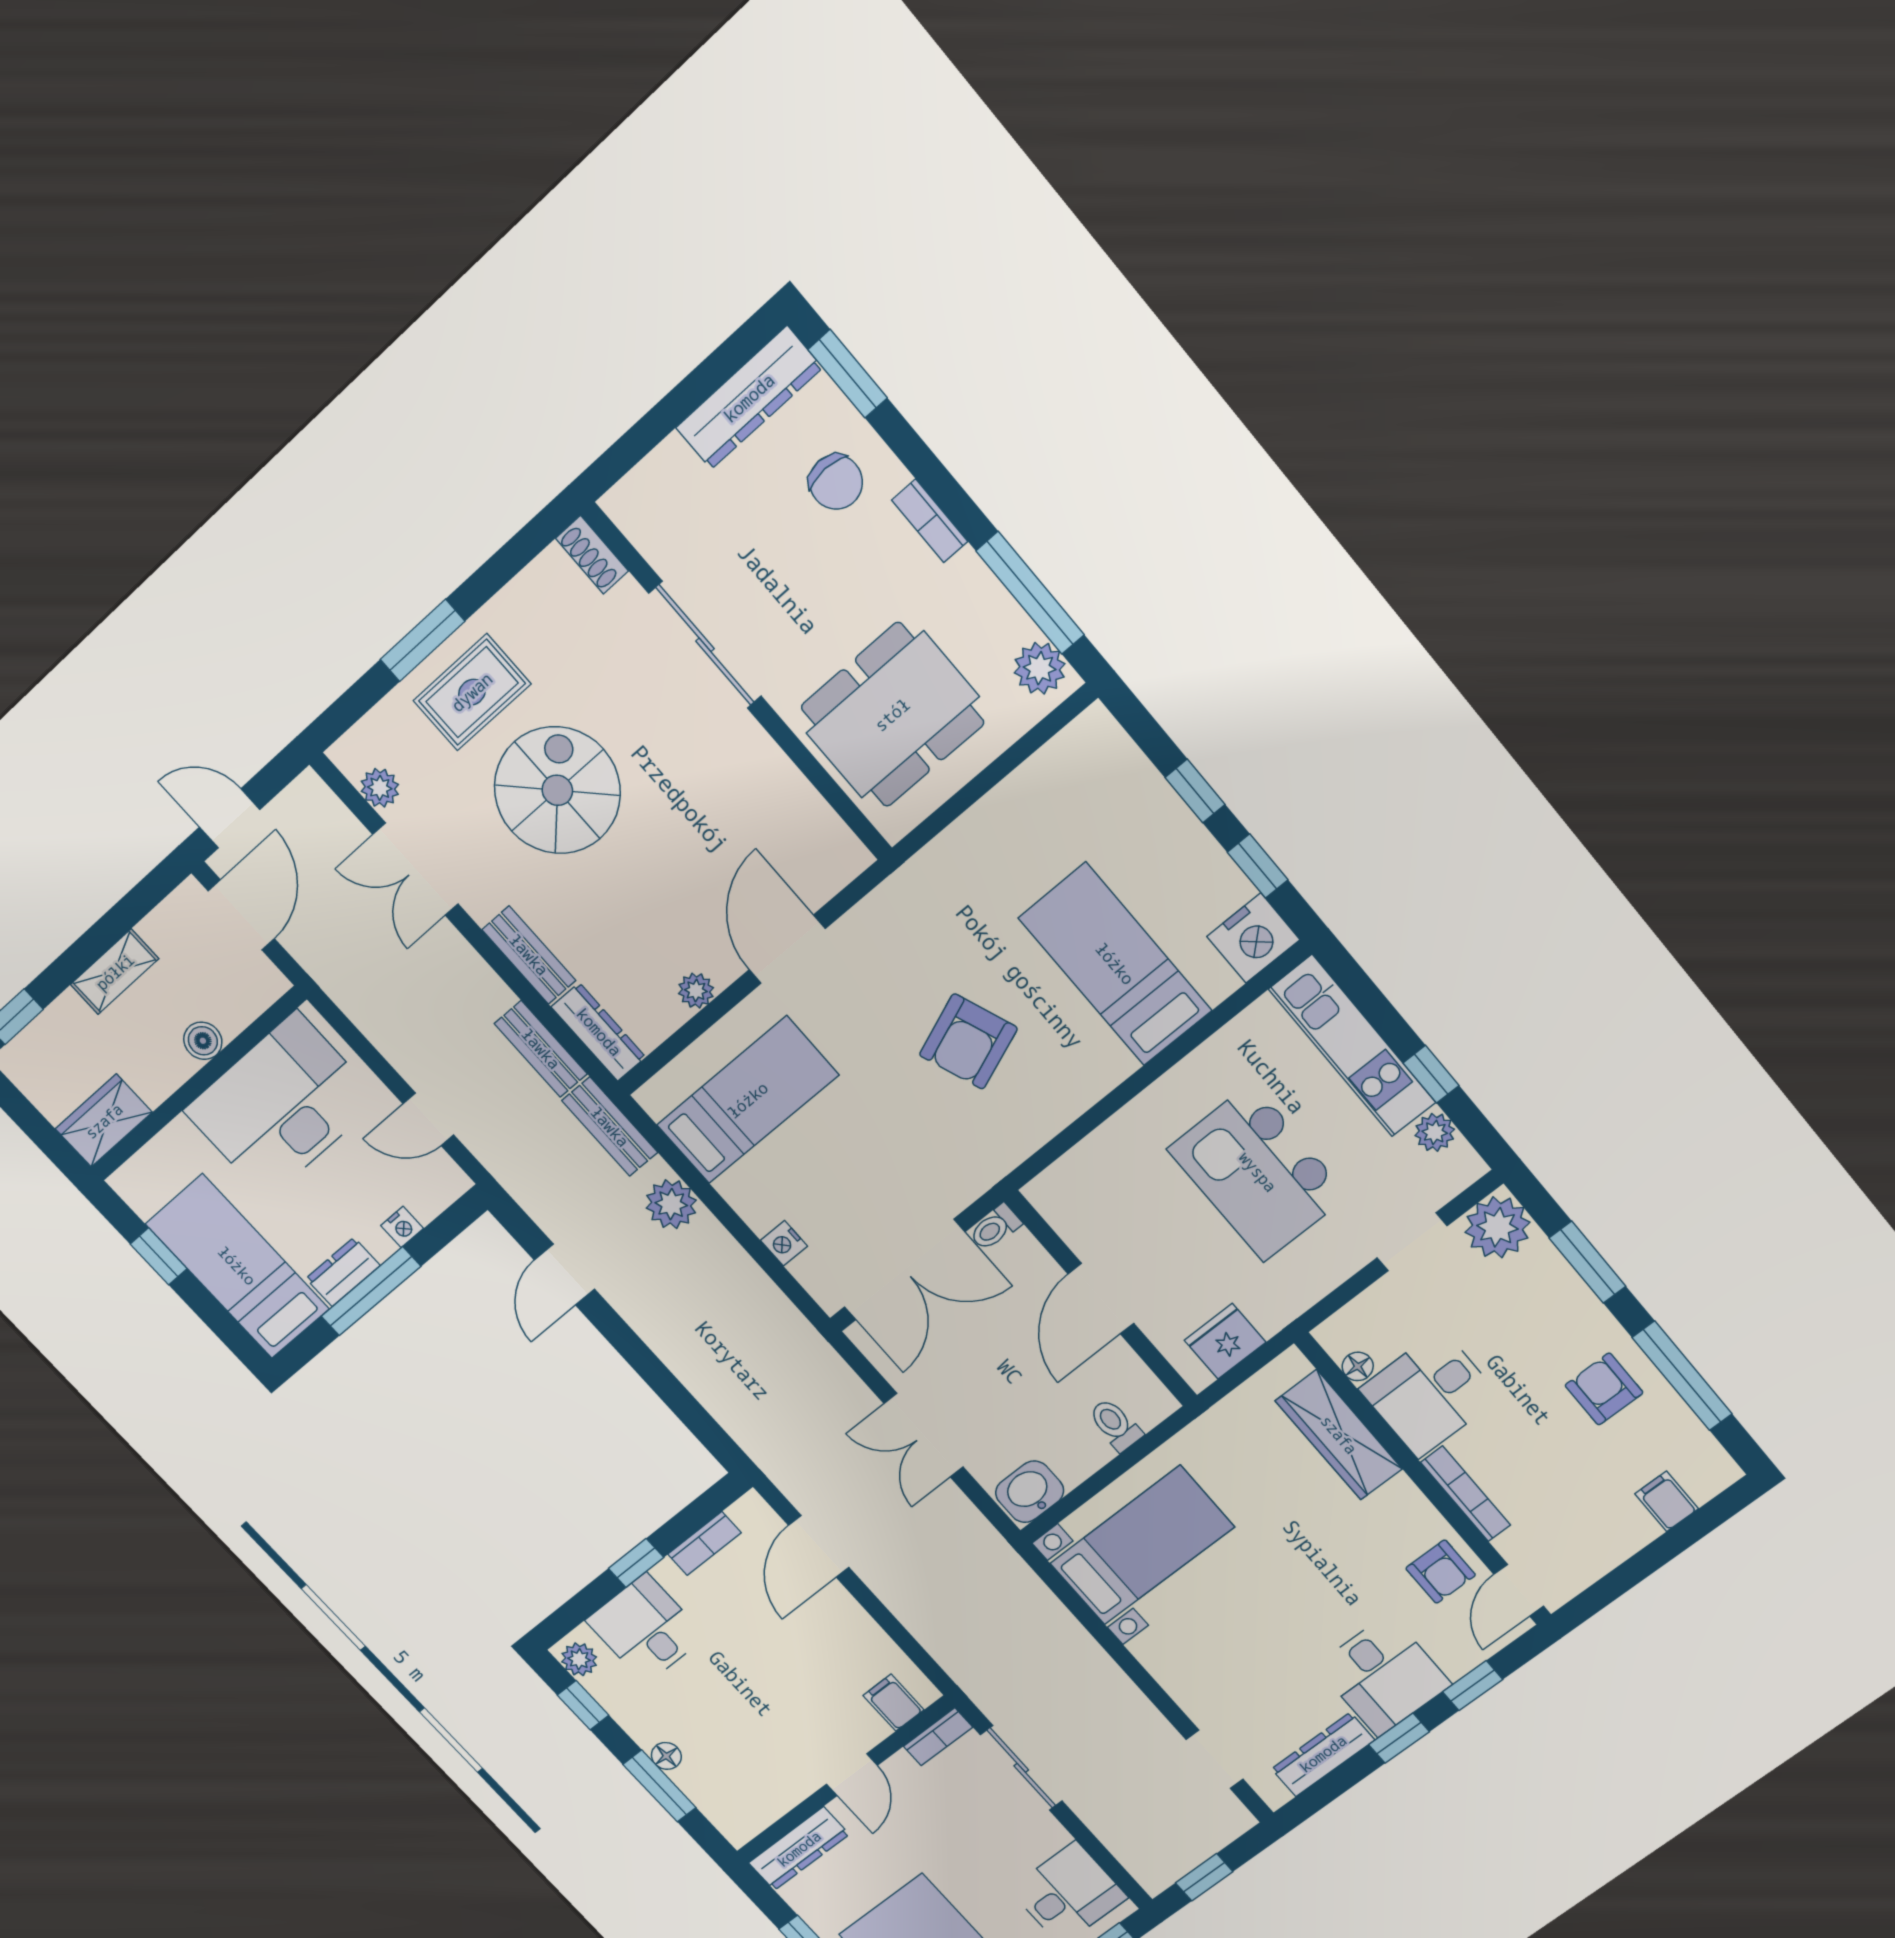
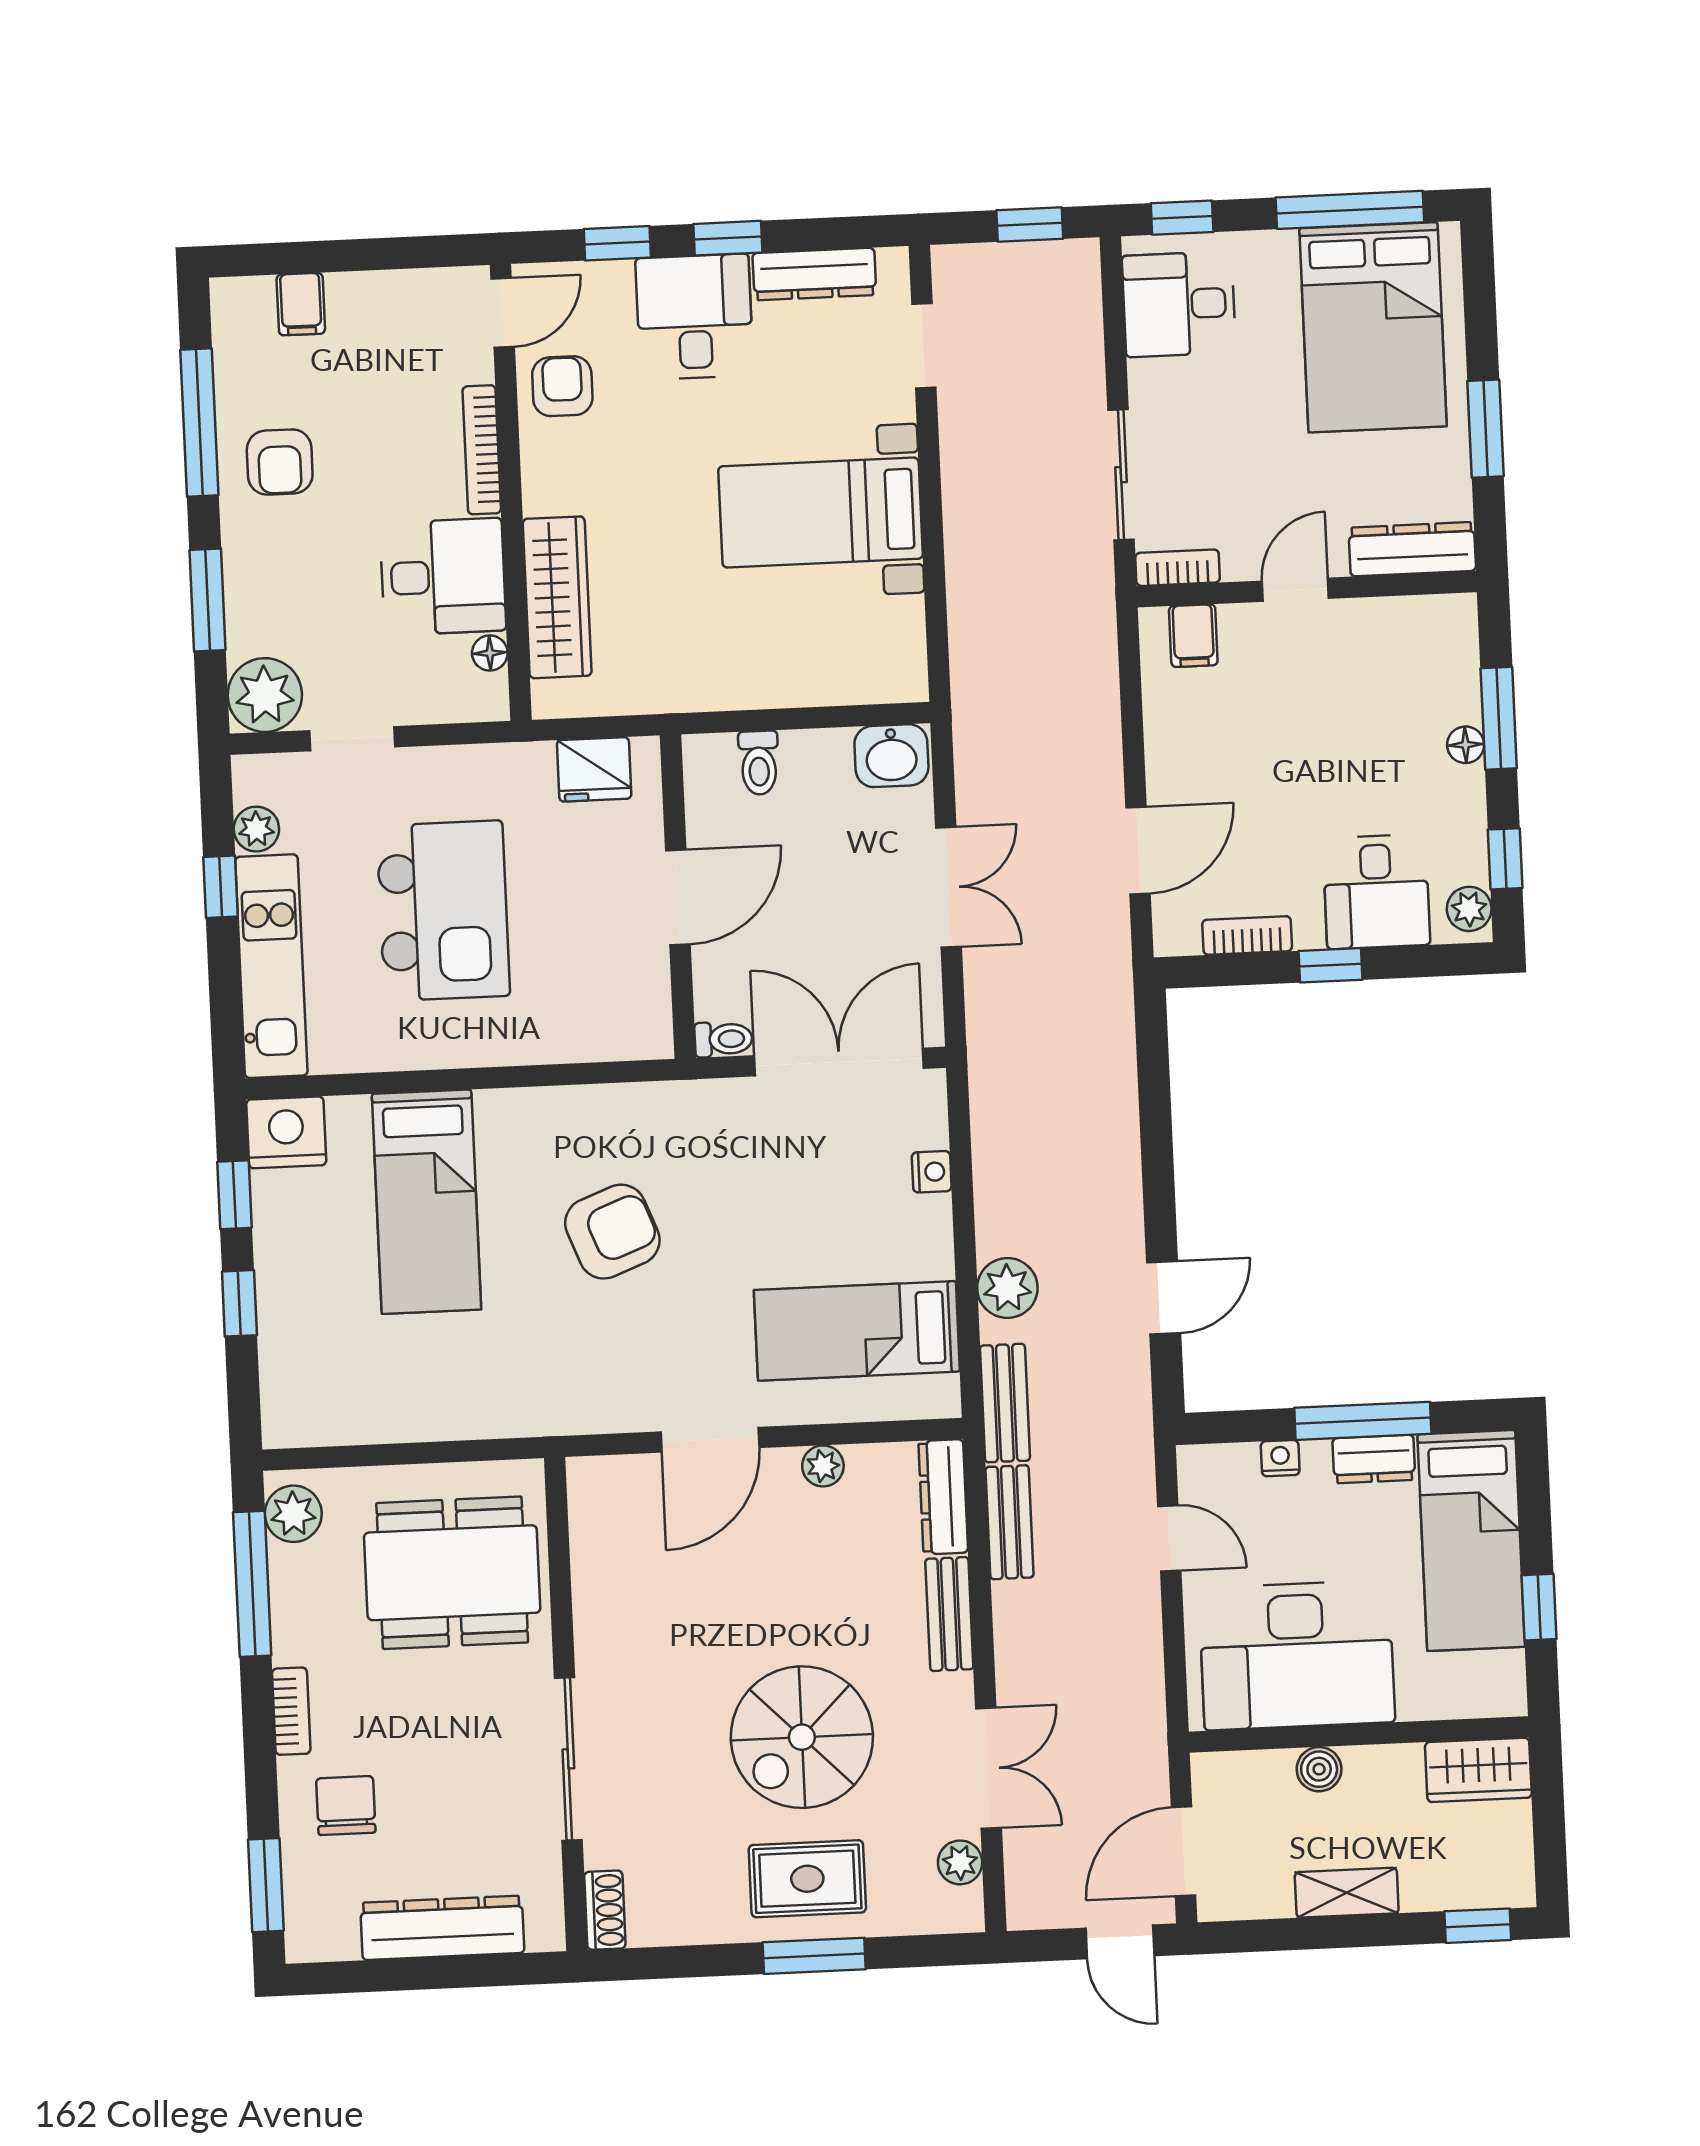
dresser: (749, 398) -> (442, 1928), moved
bed with nightstands: (1142, 1545) -> (821, 513), moved

